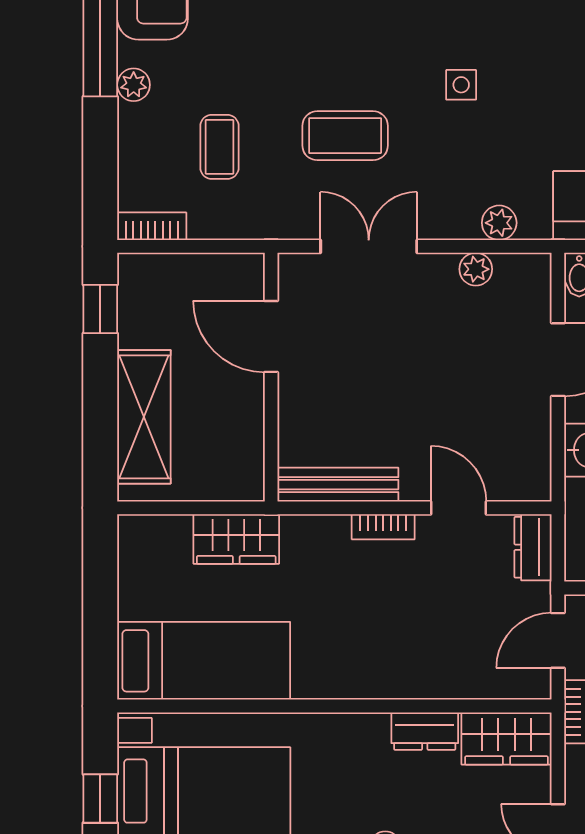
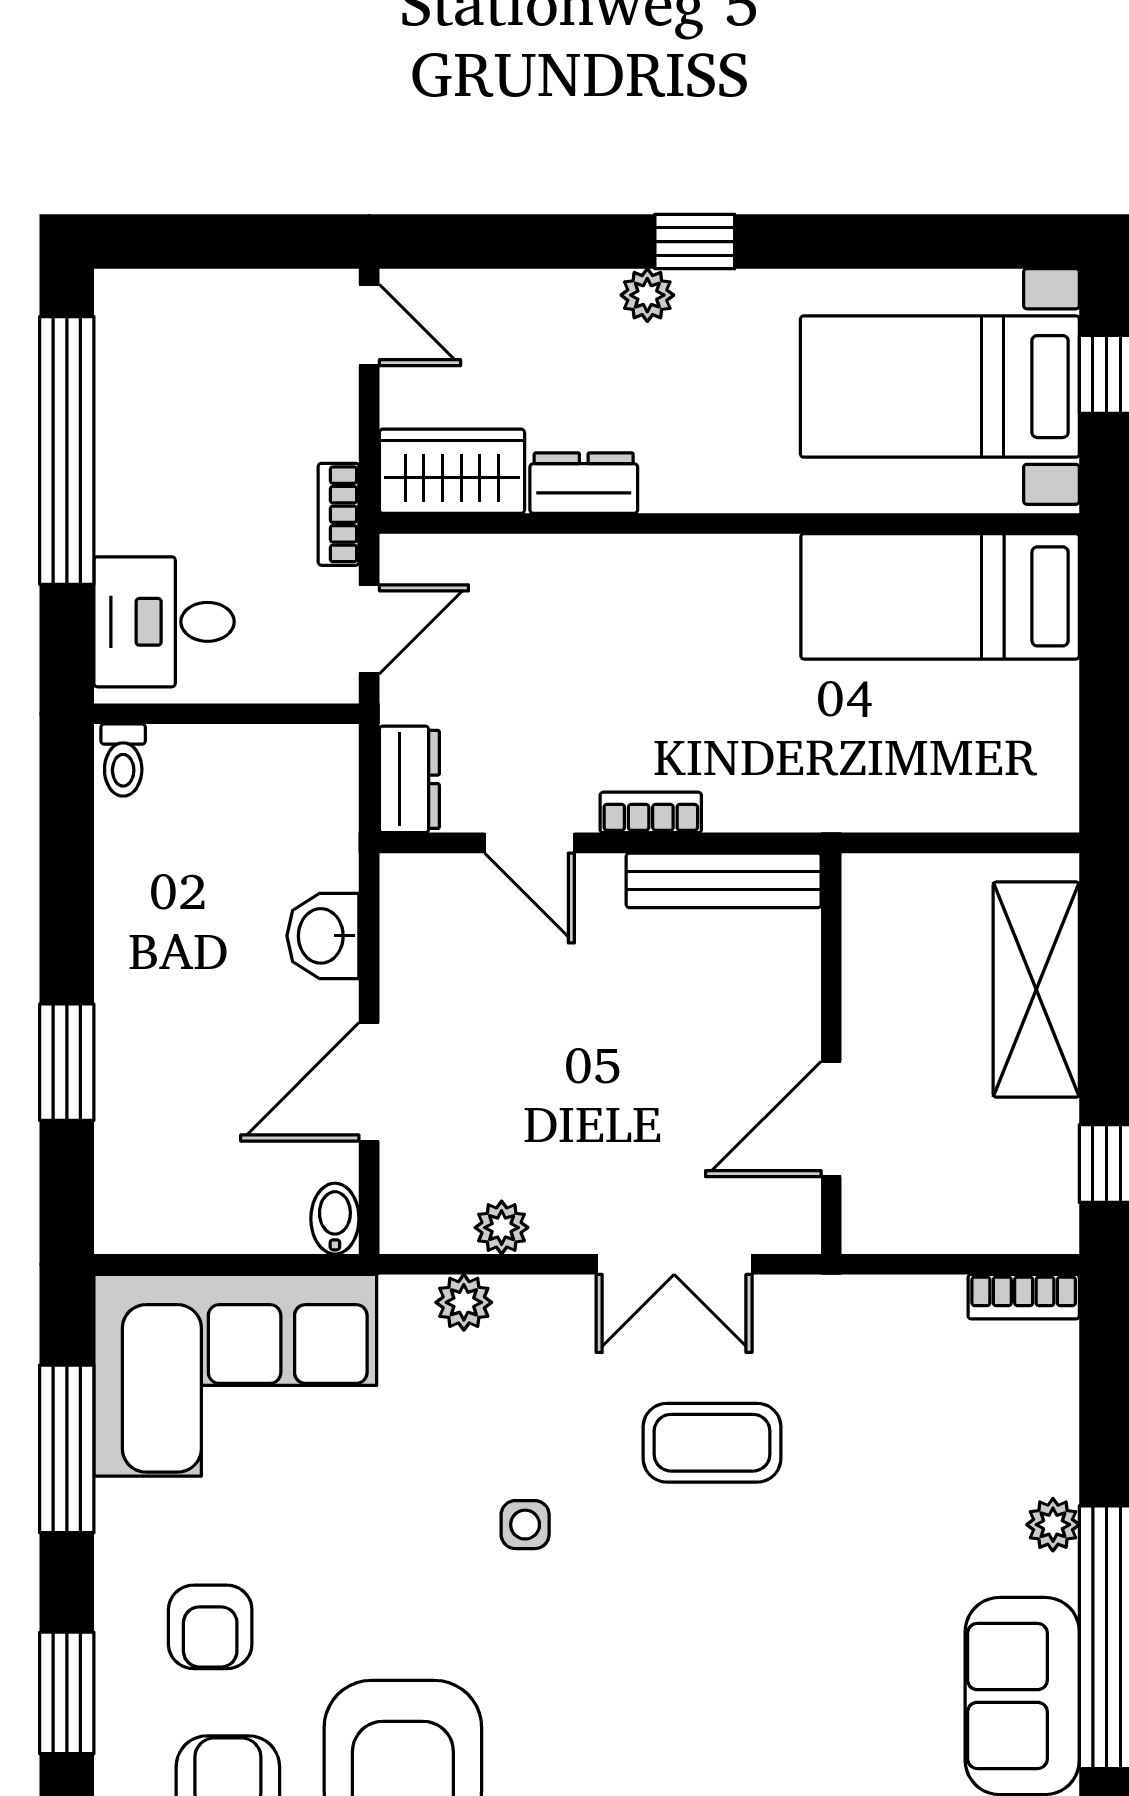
coffee table: (219, 147) -> (915, 1425), removed
door: (271, 337) -> (831, 1119), swing flipped
wardrobe: (236, 539) -> (888, 793), removed

